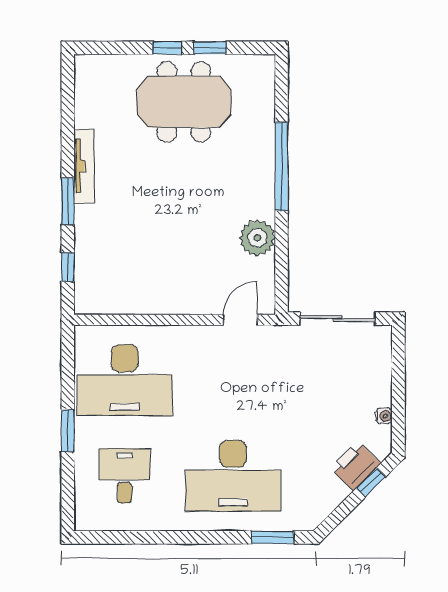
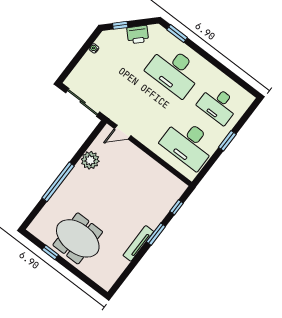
window: (167, 48) -> (68, 266), removed
desk: (125, 380) -> (188, 144), turned 180
printer: (356, 466) -> (138, 35), moved
desk: (125, 476) -> (218, 105), width x1.37
desk: (233, 476) -> (174, 71), turned 180

